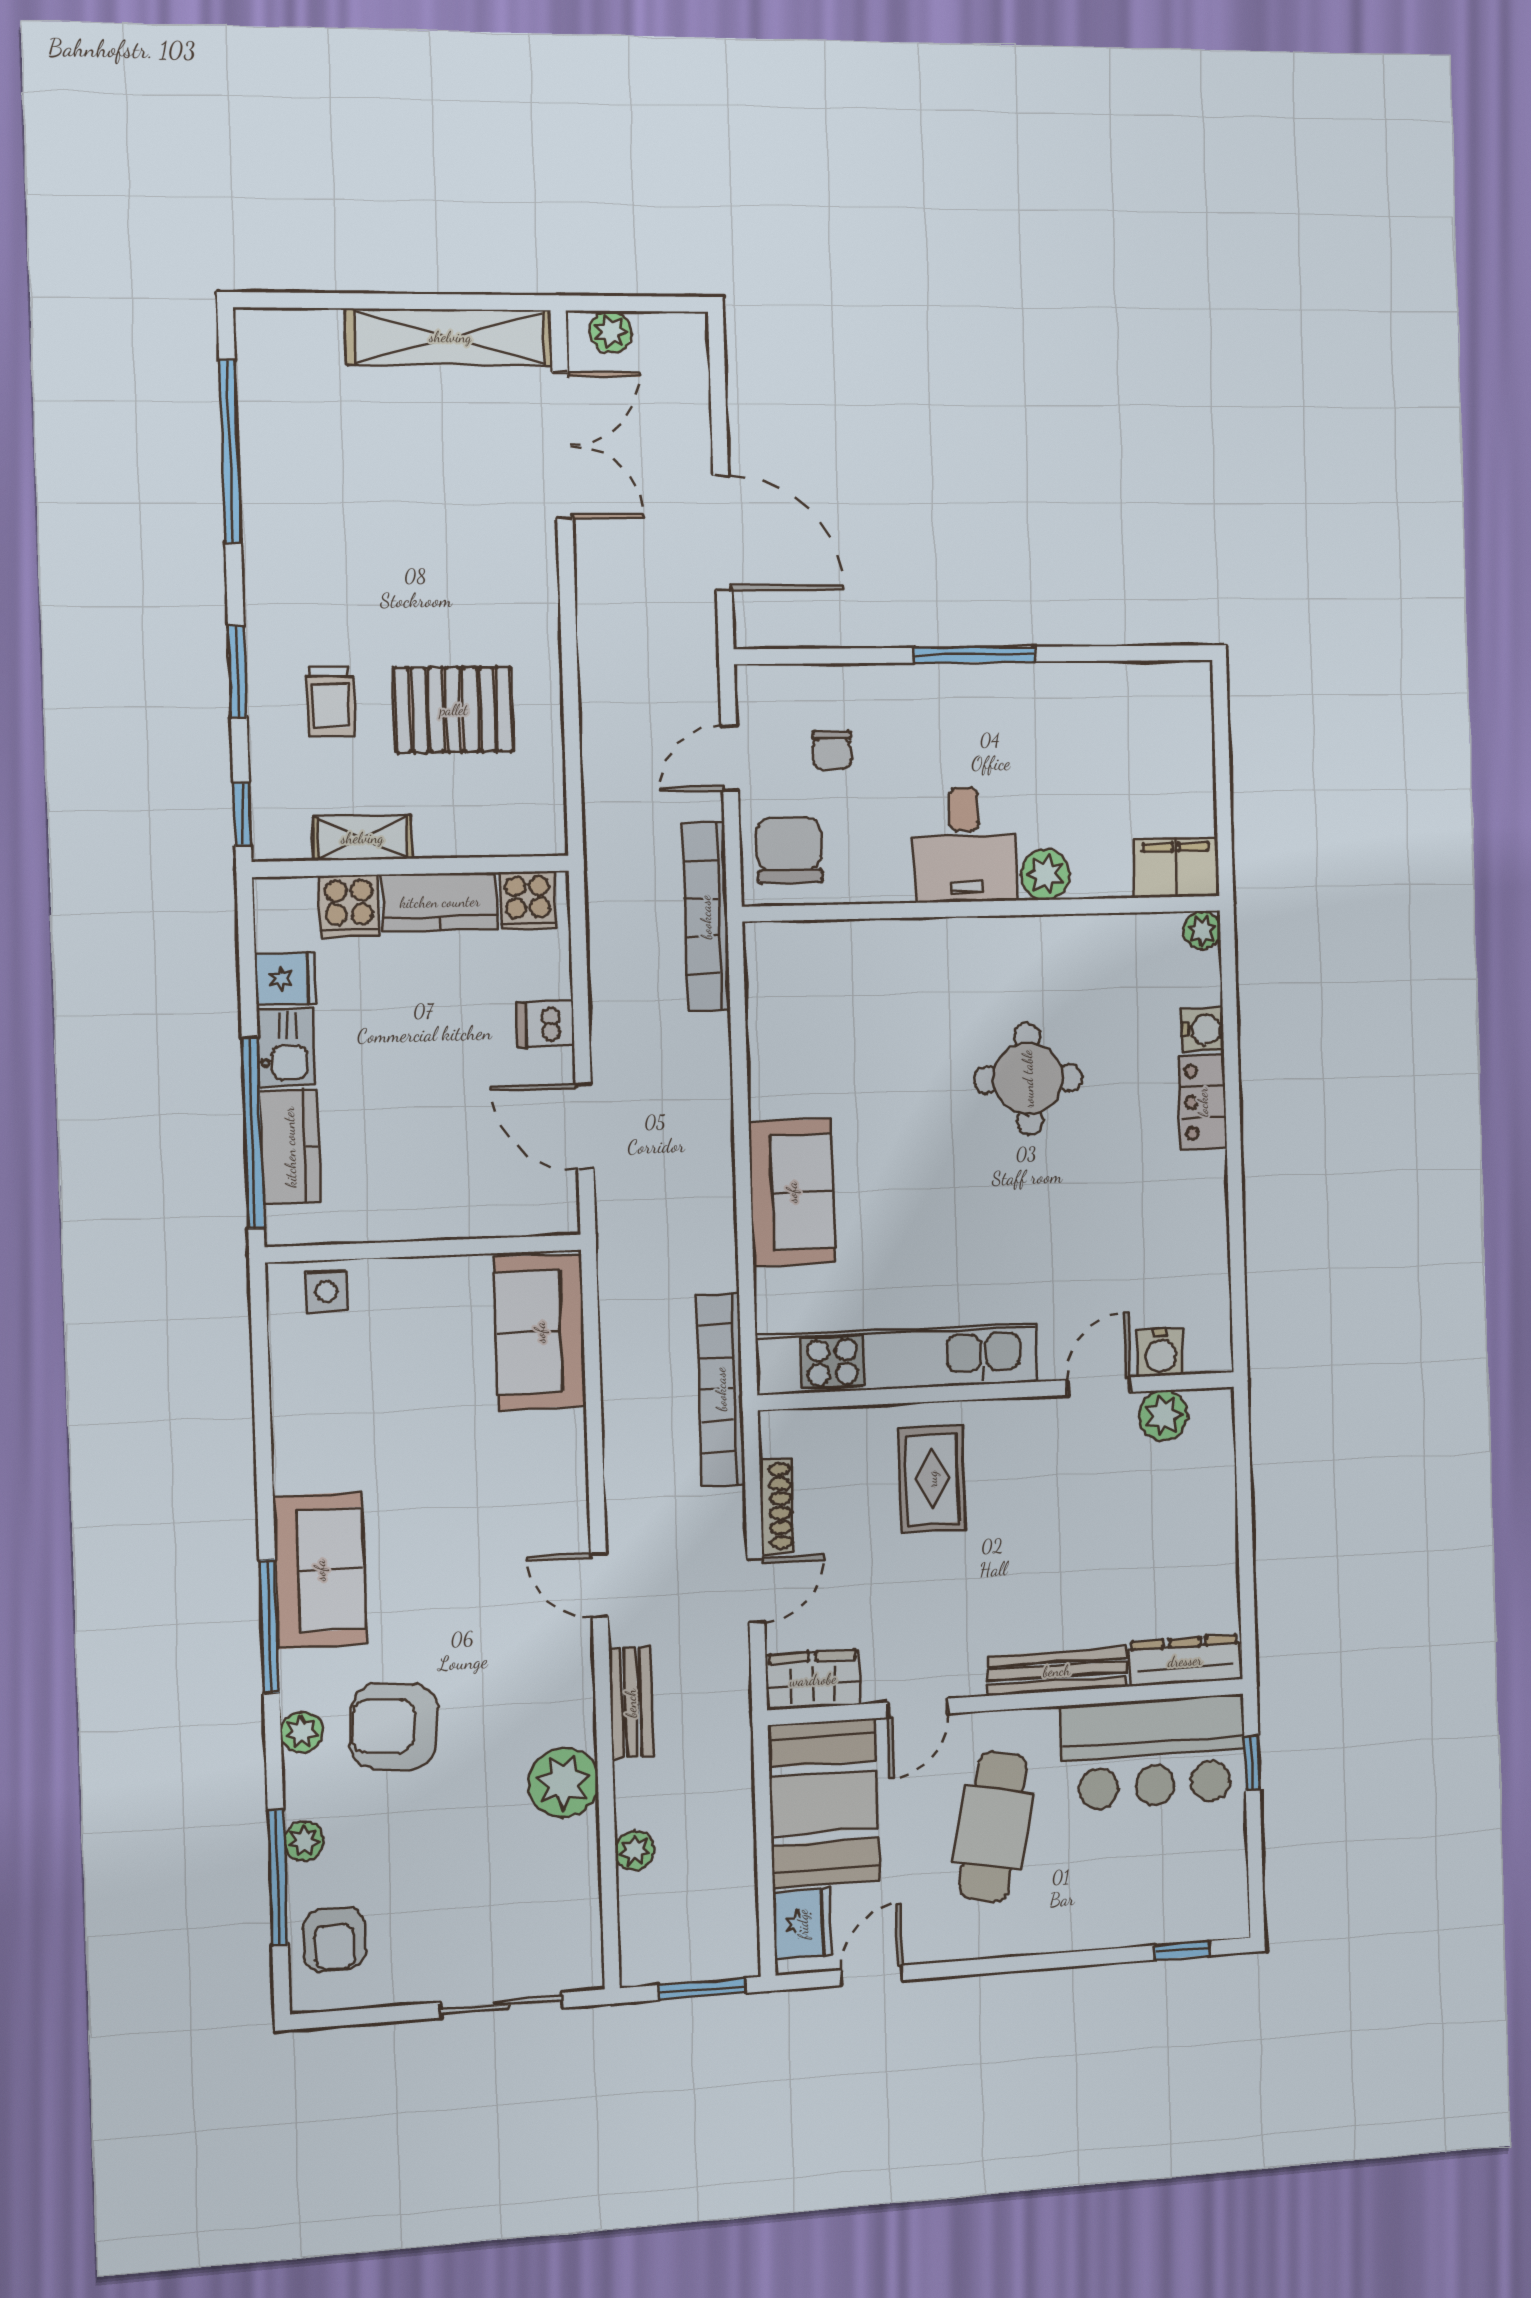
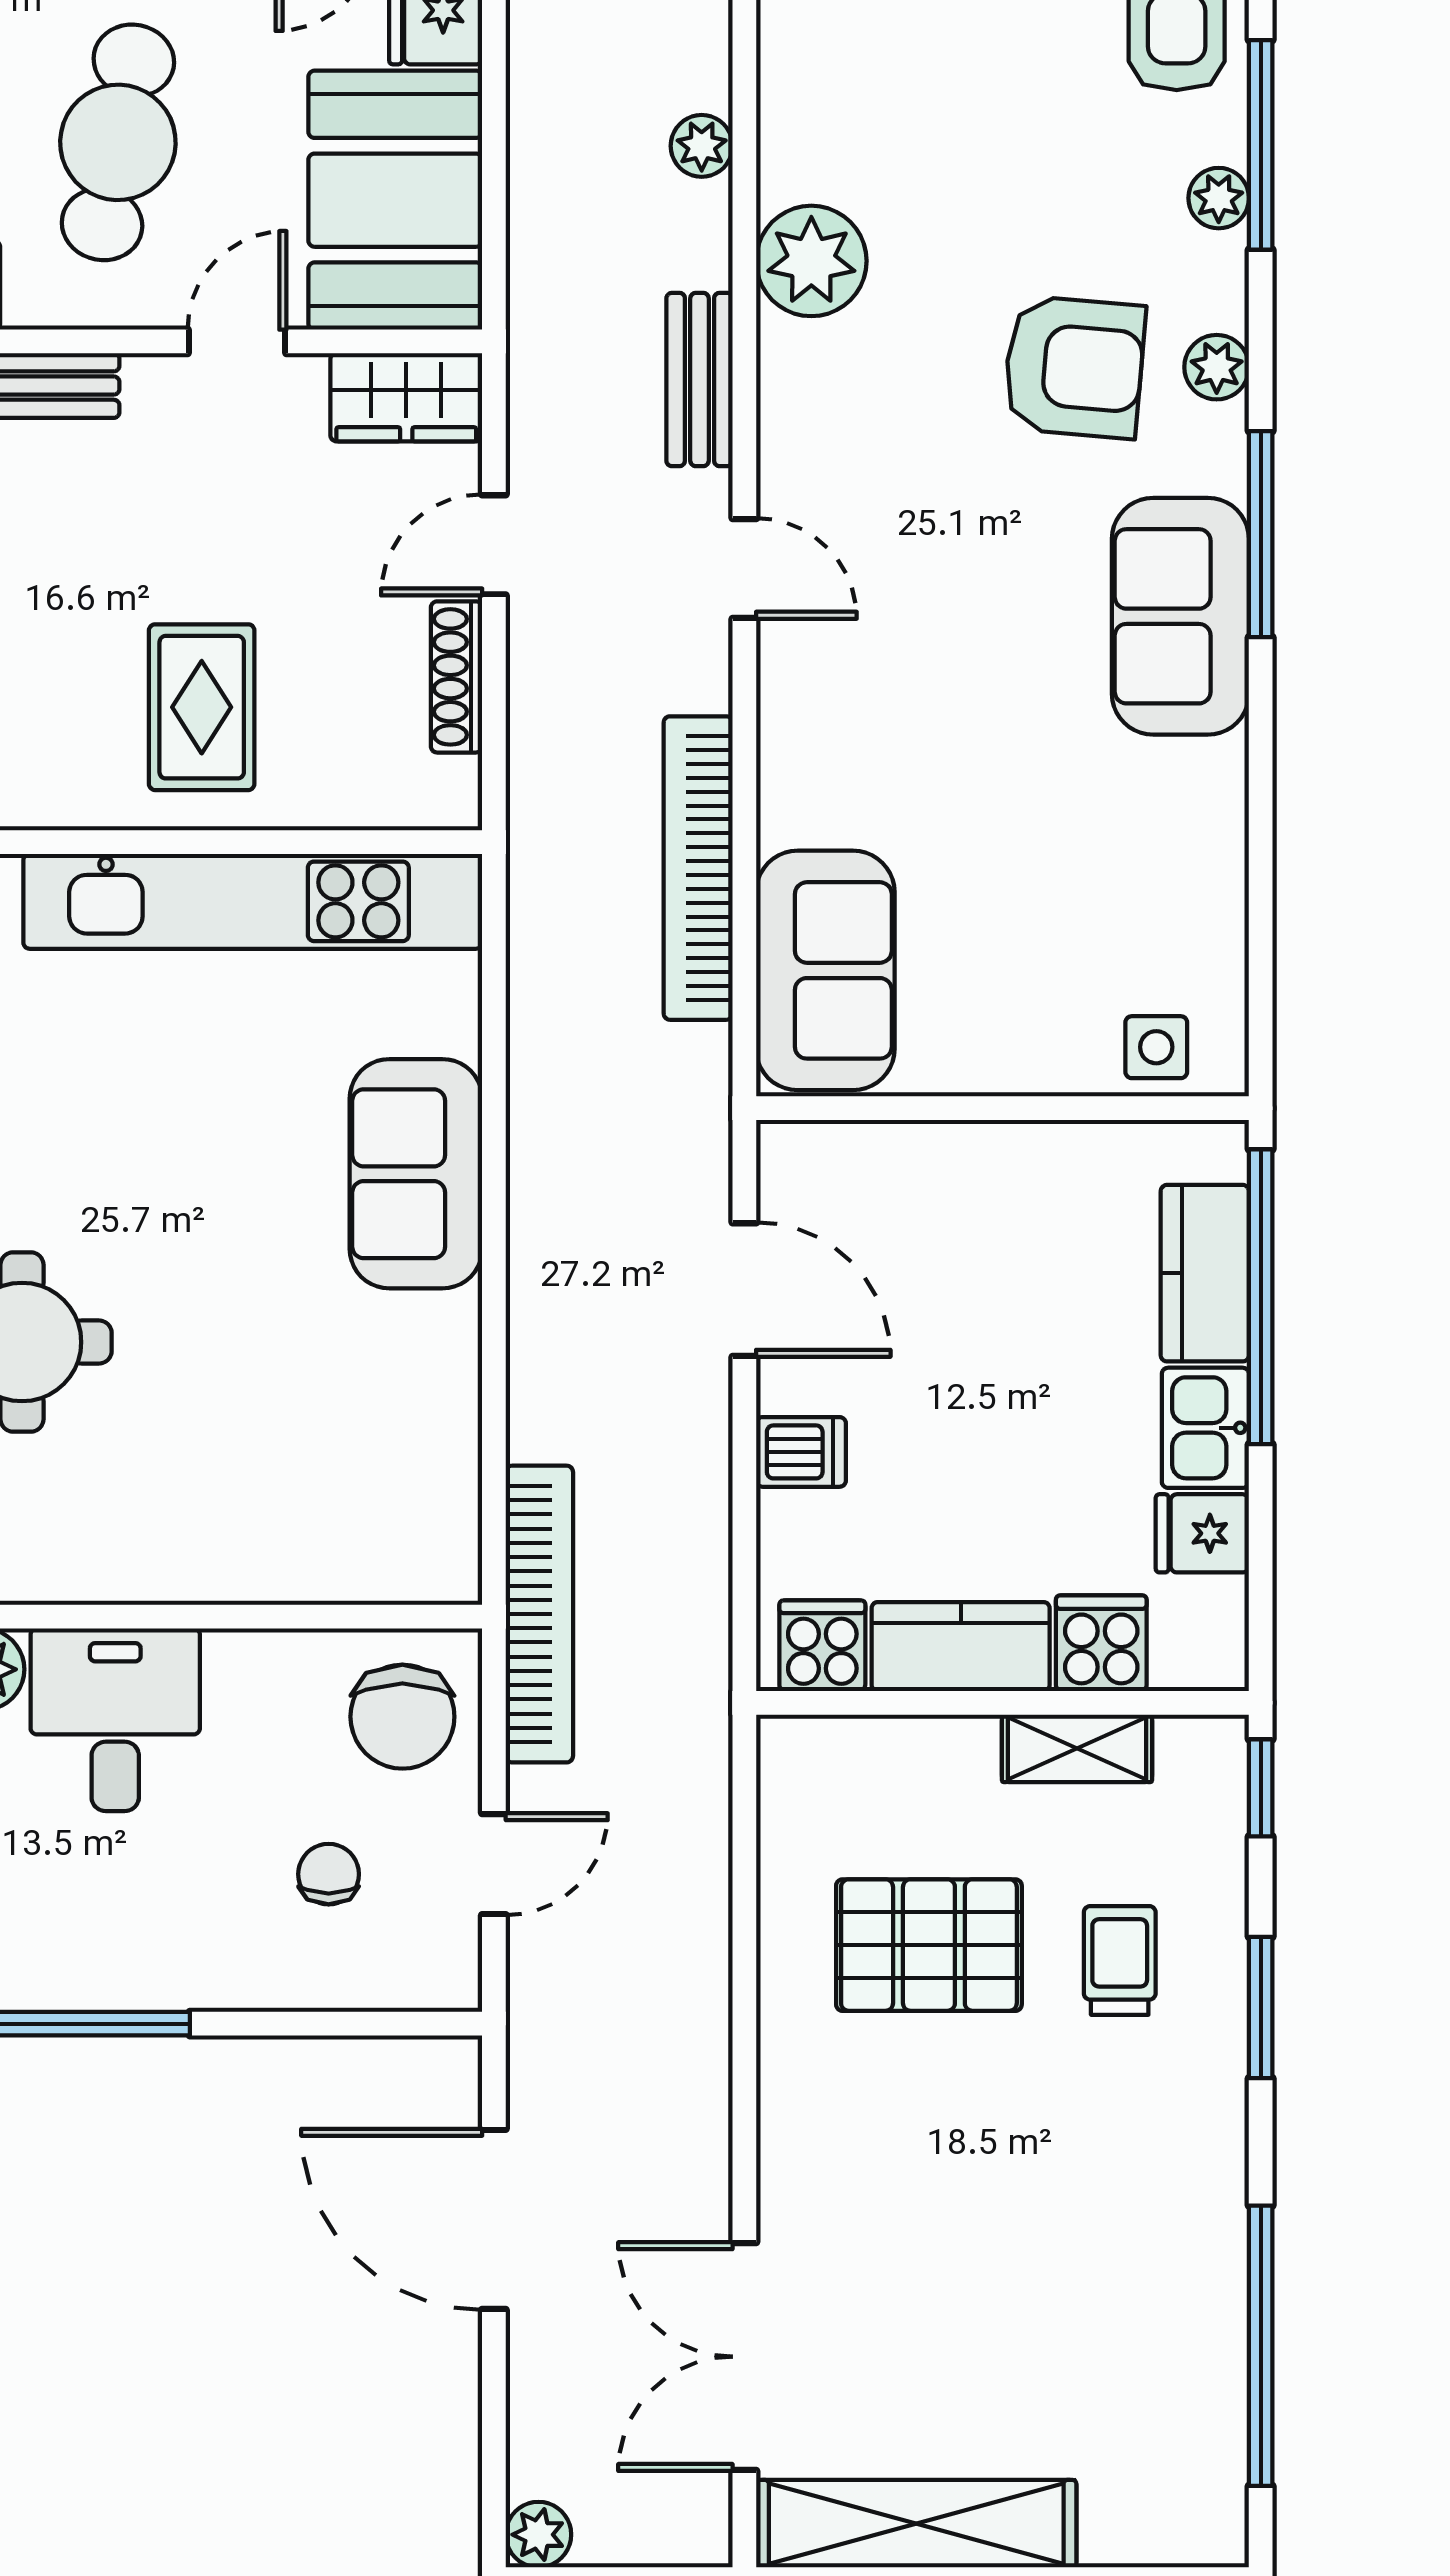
plant: (610, 332) -> (538, 2535), moved
bookcase: (721, 1389) -> (698, 868), moved, turned 180

